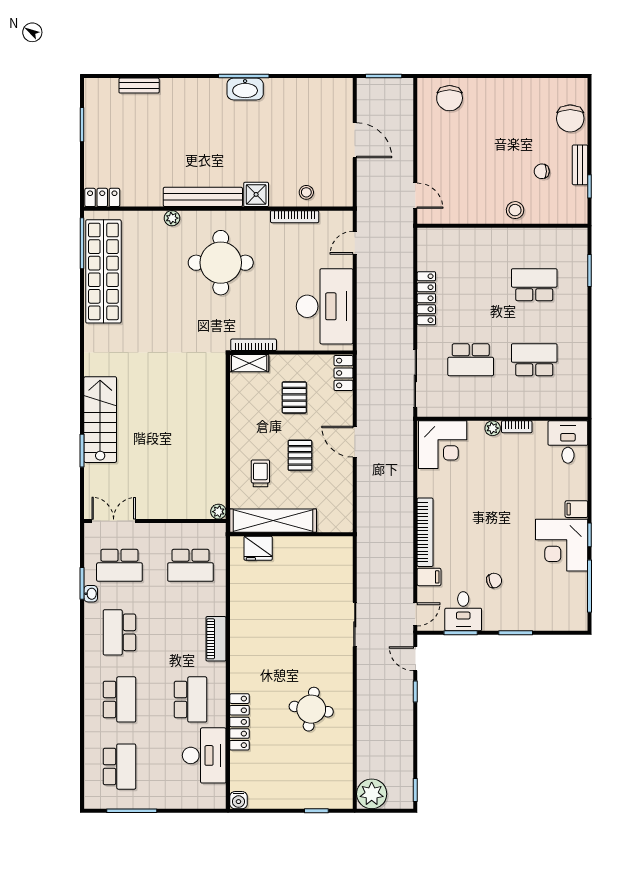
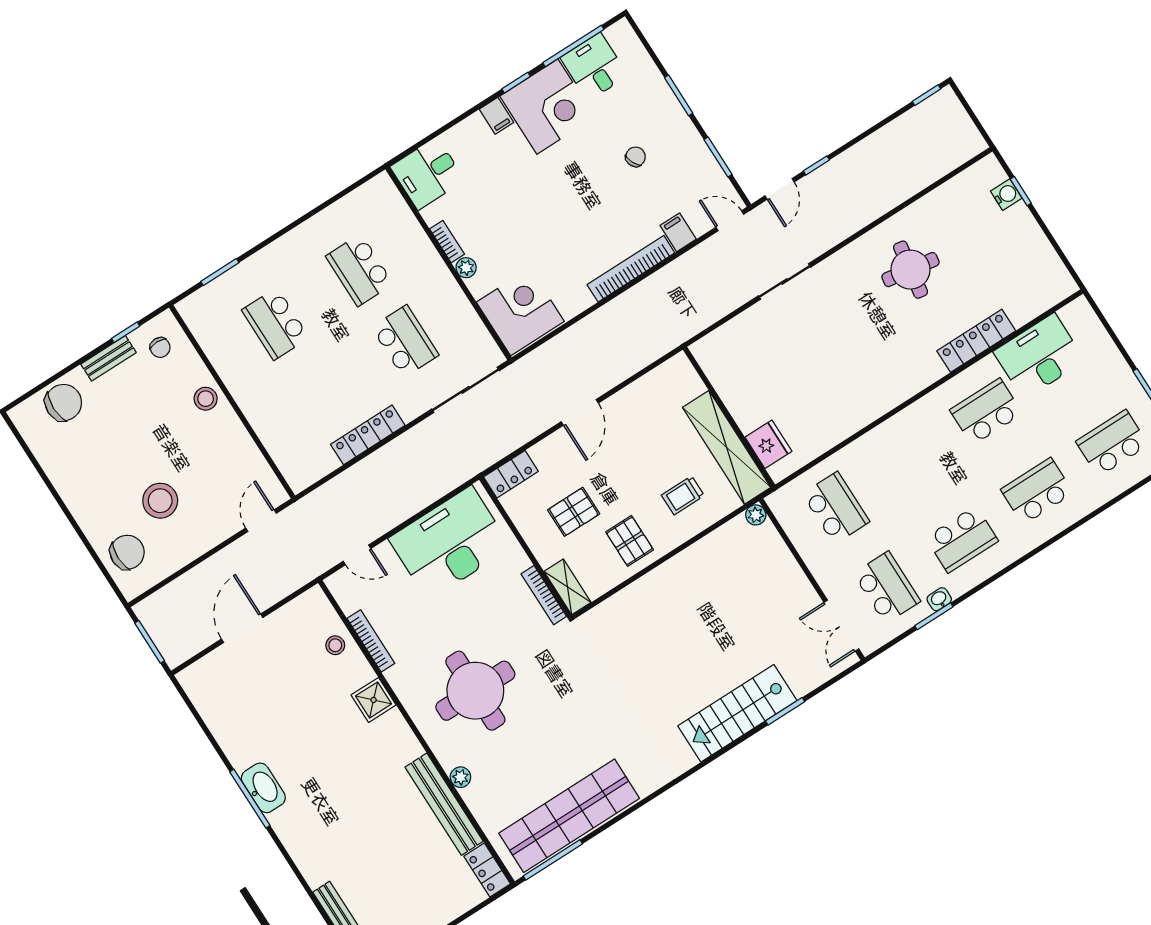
stool: (469, 140) -> (160, 501), added
chair: (542, 171) -> (160, 347), moved
bench: (203, 197) -> (444, 804), moved
pallet: (300, 455) -> (630, 541), moved, turned 90
chair: (494, 581) -> (635, 157), turned 83
desk: (463, 611) -> (594, 67), moved, turned -90
piano: (216, 639) -> (900, 427), removed
plant: (372, 794) -> (962, 141), removed
water cooler: (238, 800) -> (1006, 195), moved

